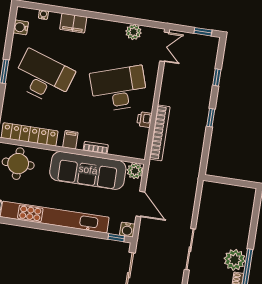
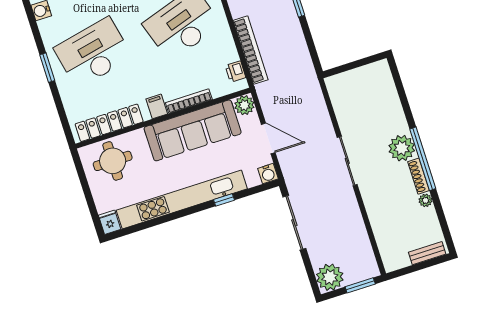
desk: (43, 77) -> (93, 53), turned -30
printer: (144, 120) -> (235, 72), moved
bookcase: (96, 148) -> (189, 101), width x1.56
window: (116, 238) -> (224, 200), moved

